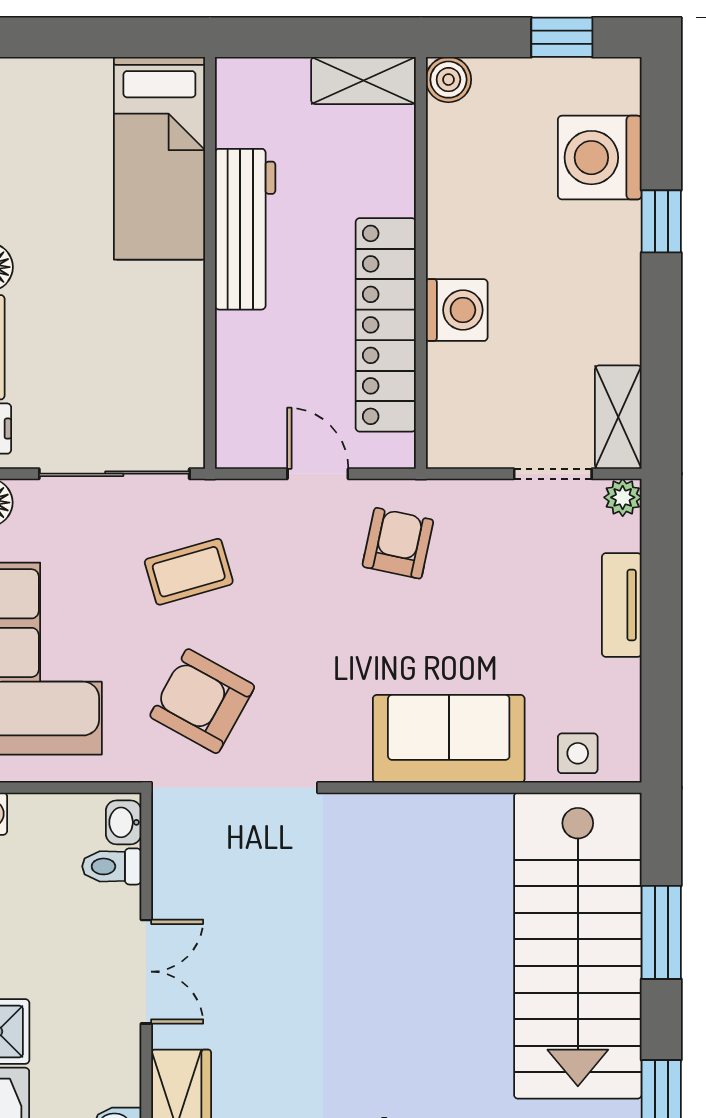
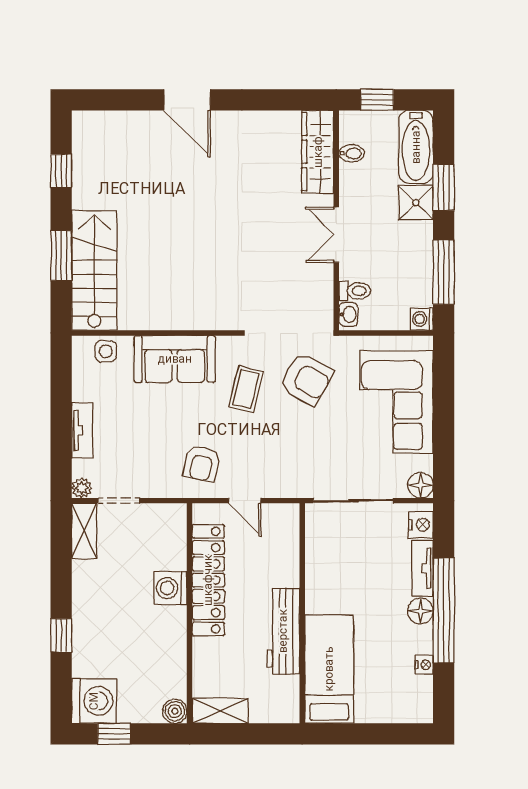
washing machine: (600, 158) -> (94, 701), moved
coffee table: (189, 572) -> (246, 389), moved, turned -60
stairs: (578, 946) -> (94, 270), width x0.73, depth x0.66

